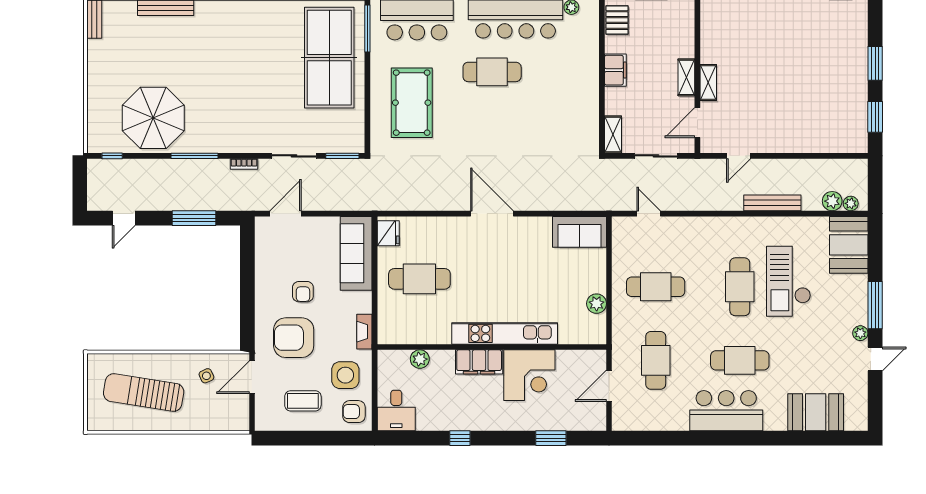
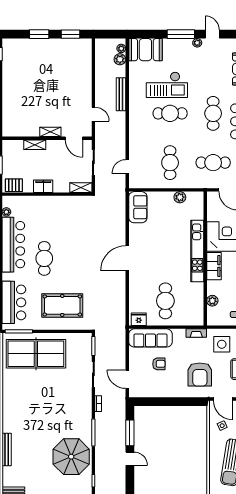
shelving: (686, 77) -> (35, 145), moved
door: (124, 218) -> (130, 459), moved
armchair: (303, 292) -> (159, 364), moved

